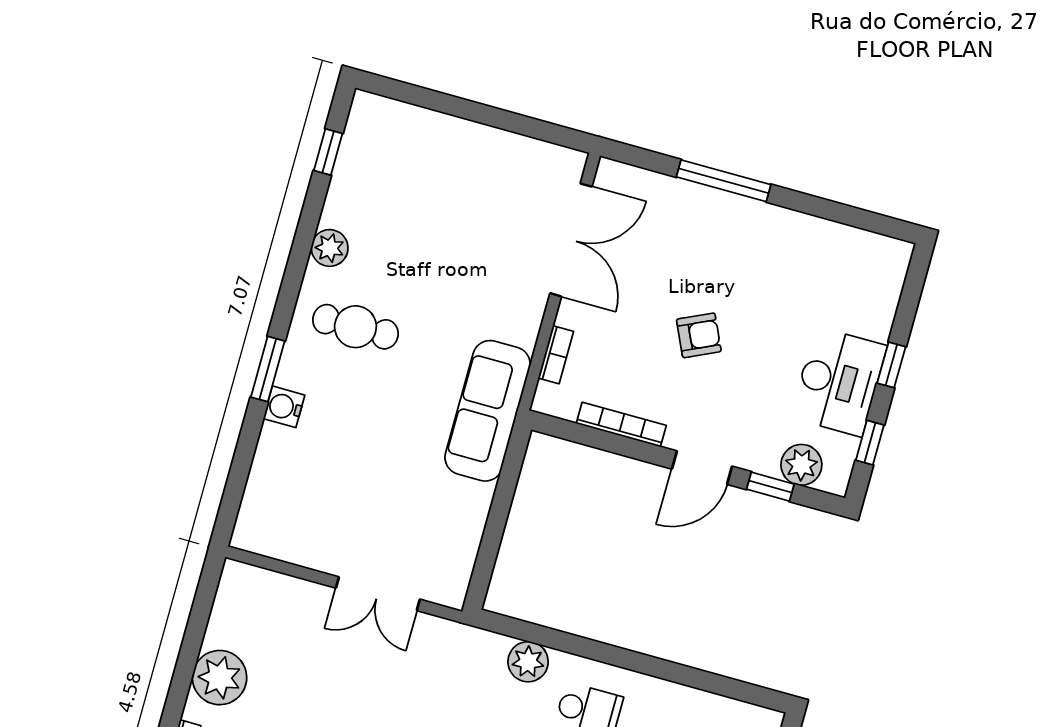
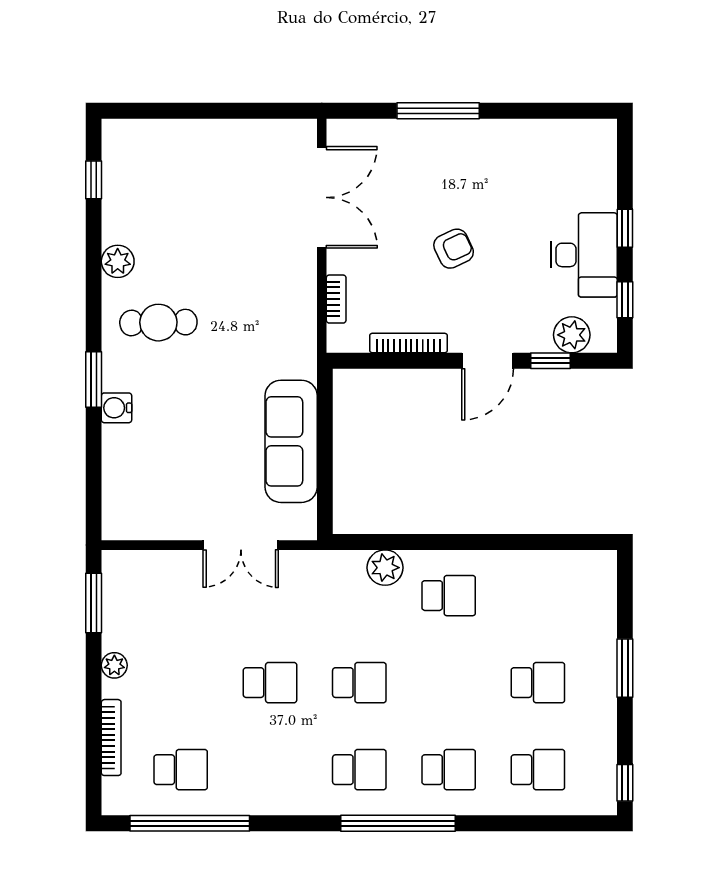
sofa: (488, 411) -> (291, 441), moved
window: (200, 612) -> (94, 603), added
plant: (220, 678) -> (114, 665), width x0.53, depth x0.53

